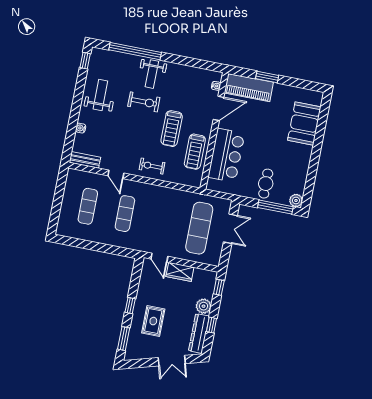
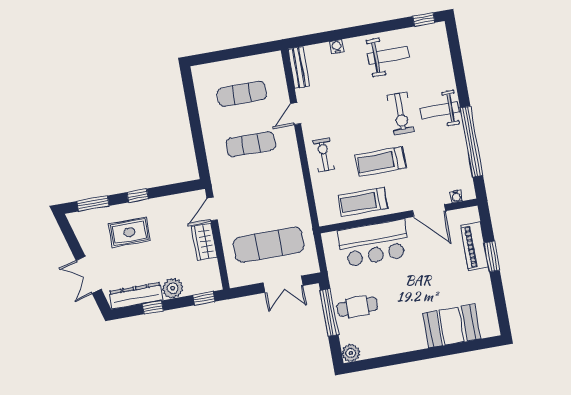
window: (135, 51) -> (472, 142), moved
piano: (249, 88) -> (475, 246), width x0.73, depth x0.75
window: (275, 207) -> (329, 313), moved

